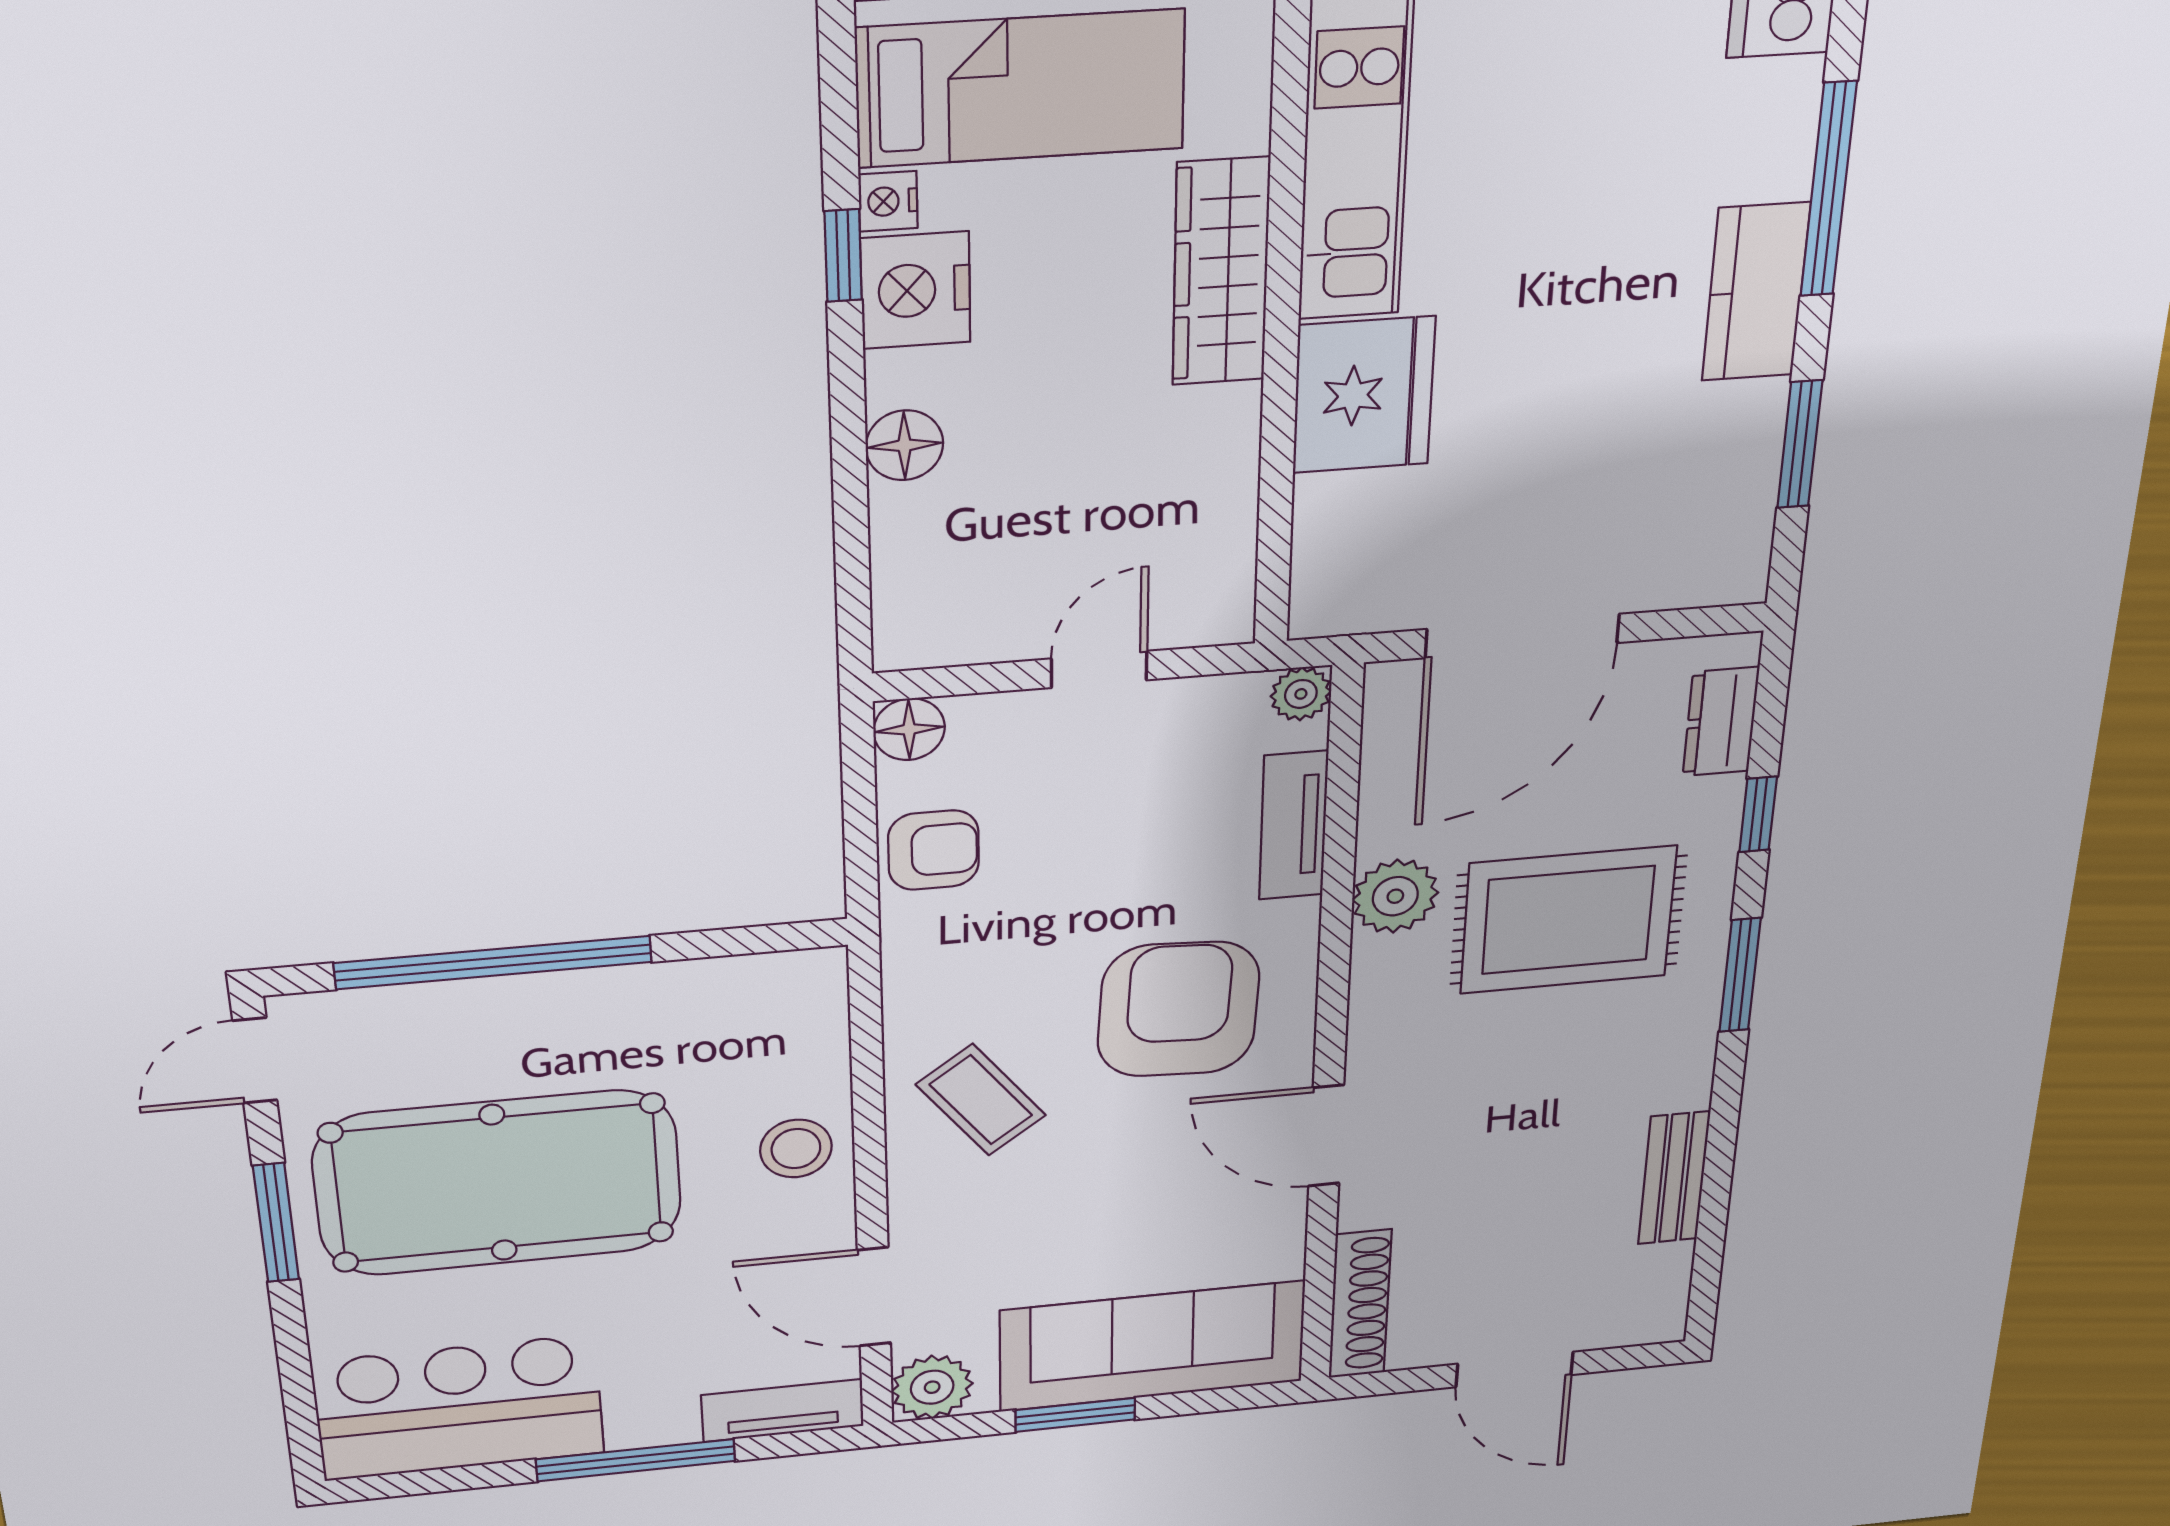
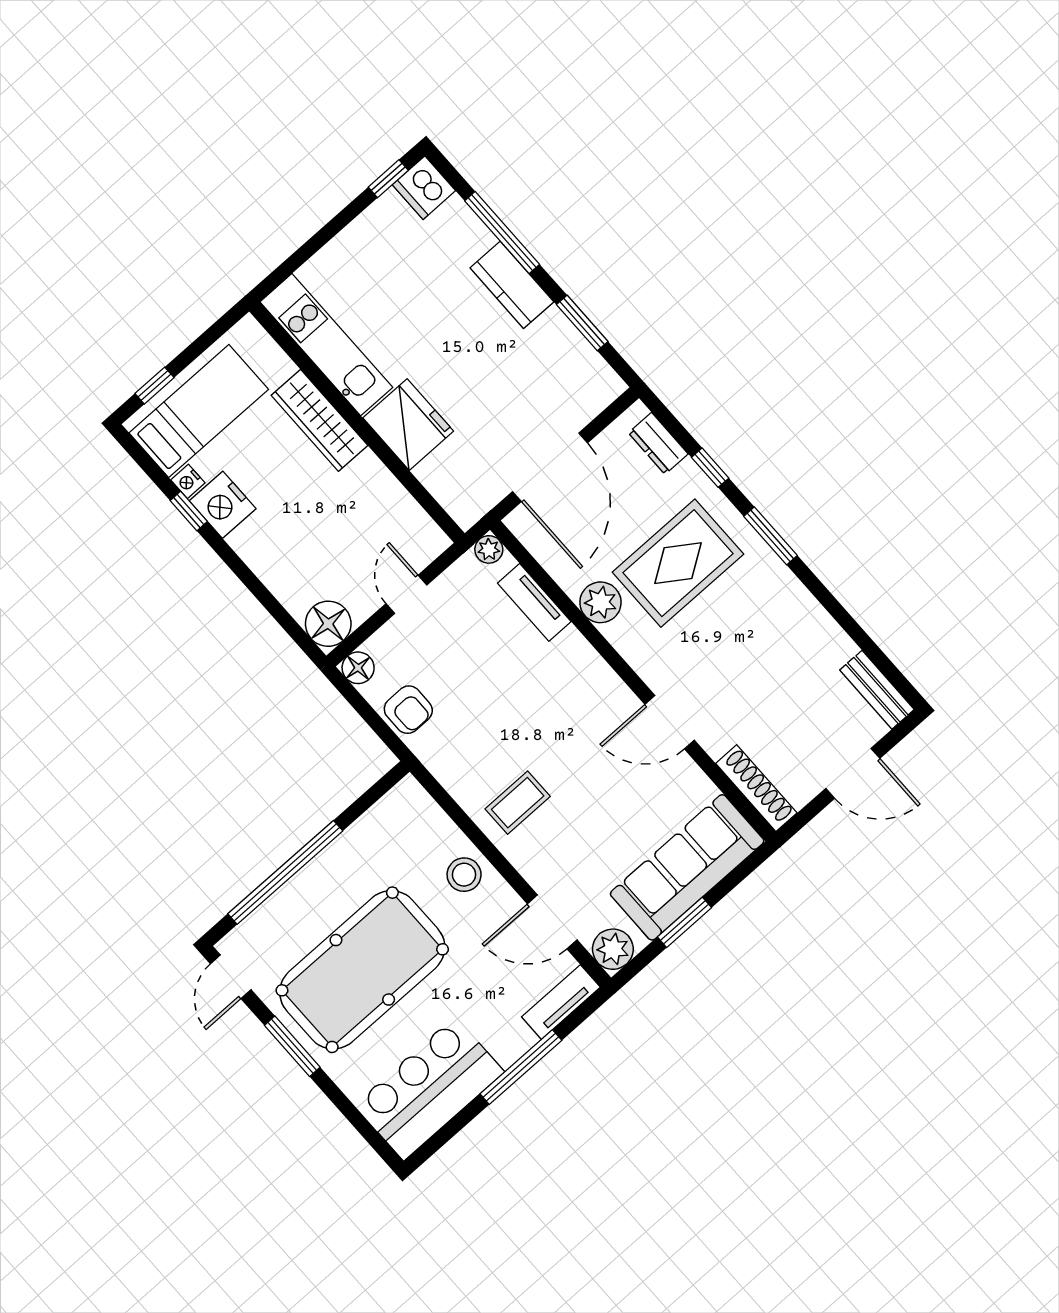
floor lamp: (904, 445) -> (328, 624), moved, width x1.38, depth x1.38
armchair: (933, 850) -> (408, 710), turned 90
armchair: (1178, 1009) -> (560, 709), removed
coffee table: (981, 1100) -> (518, 803), turned -53
bench: (1674, 1178) -> (877, 690), moved

